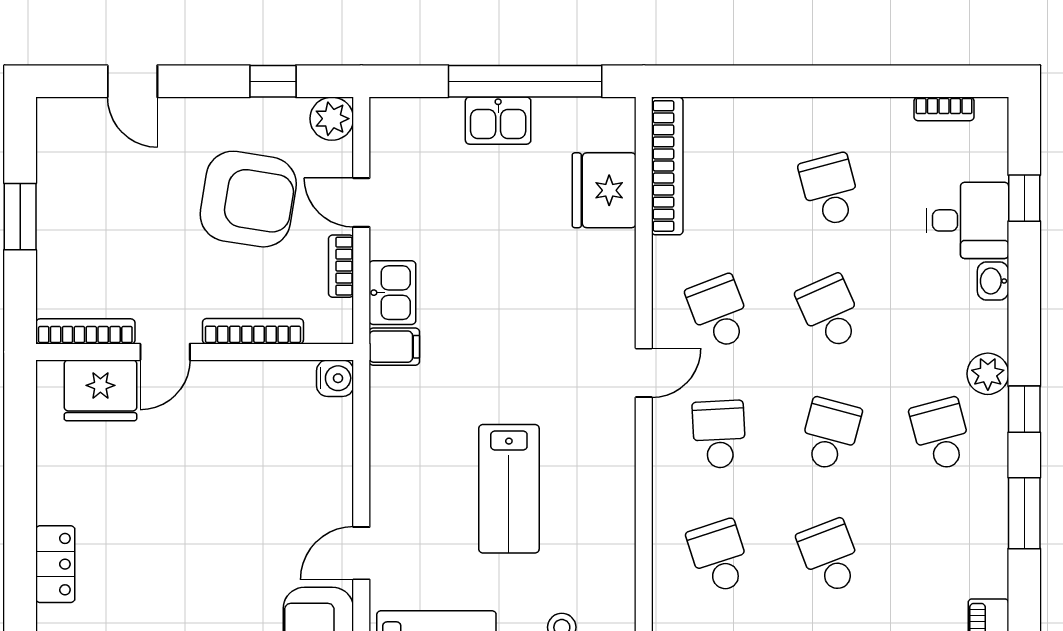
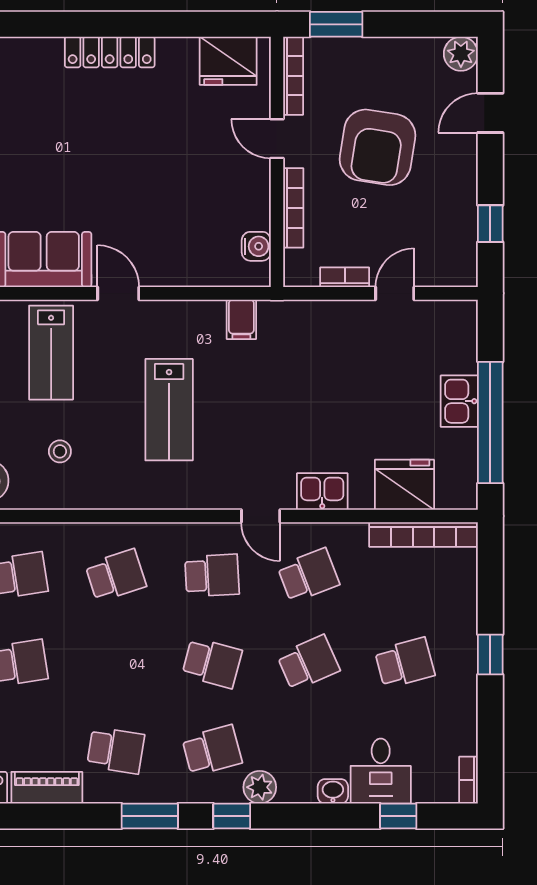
window: (819, 81) -> (490, 655), added
bookcase: (944, 109) -> (469, 780), moved
plant: (332, 119) -> (461, 54), moved
armchair: (248, 199) -> (377, 147), moved
window: (20, 217) -> (336, 24), moved
kitchen sink: (392, 293) -> (322, 491), moved, turned 180
filing cabinet: (394, 347) -> (241, 319), moved
water cooler: (335, 378) -> (256, 246), moved, turned -90
fridge: (100, 390) -> (228, 61), moved, turned -90
lab bench: (509, 489) -> (169, 410), turned -90
school desk: (830, 557) -> (116, 750), moved, turned 30
locker: (55, 564) -> (110, 52), width x1.53

